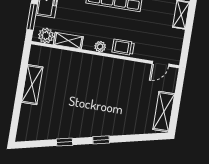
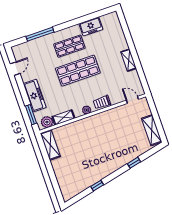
door: (160, 64) -> (132, 100), swing flipped
shelving: (32, 85) -> (50, 145), moved
window: (101, 140) -> (134, 163), moved

